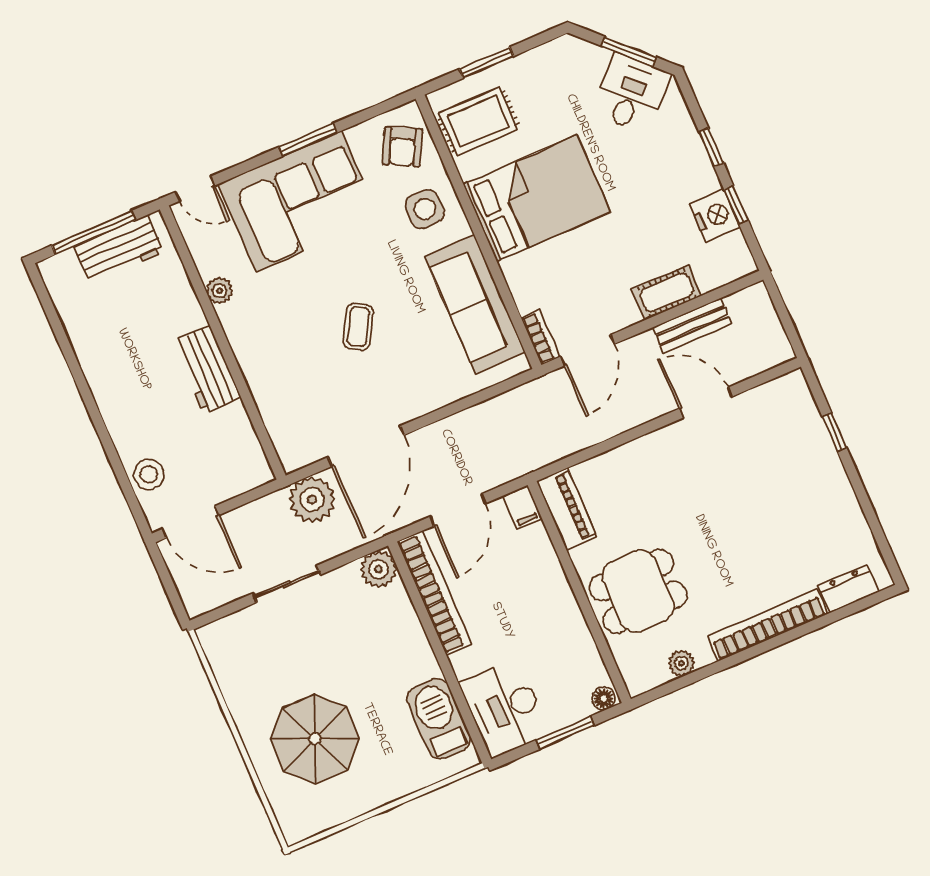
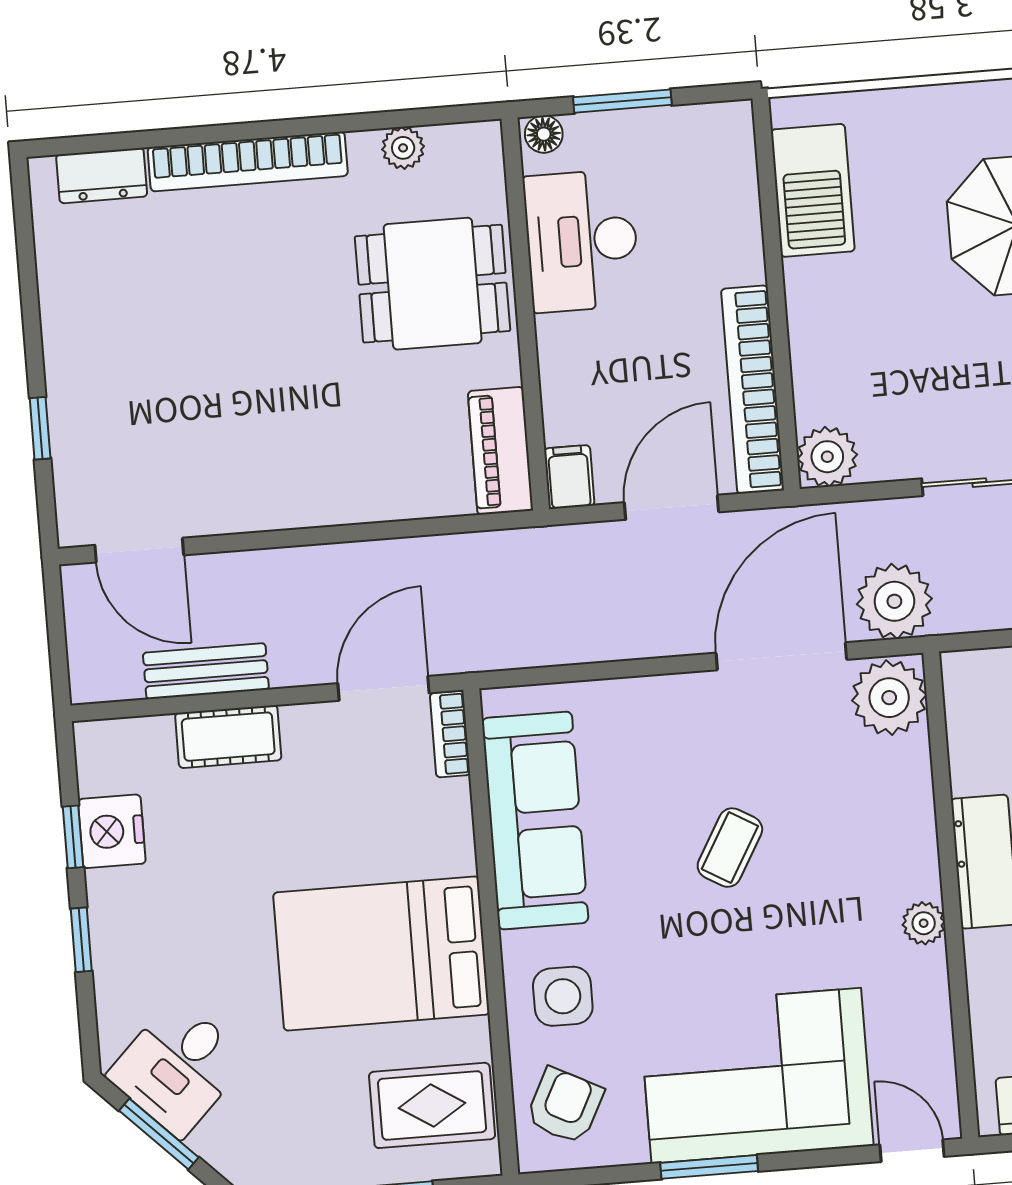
plant: (219, 291) -> (924, 923), moved
door: (706, 403) -> (139, 550), moved
plant: (296, 443) -> (889, 698), added
desk: (505, 708) -> (582, 241), moved, turned 180

